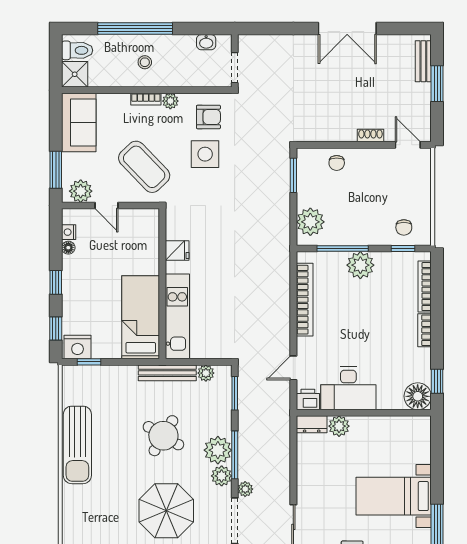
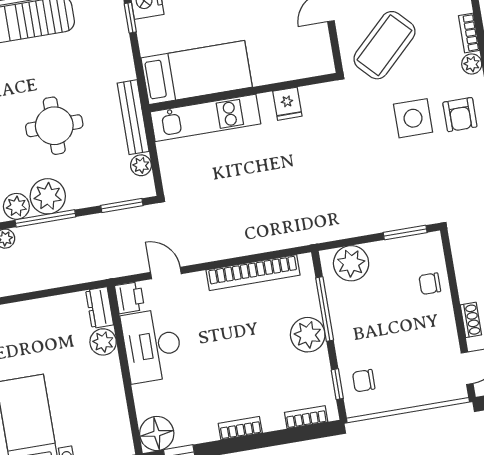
bookcase: (425, 287) -> (306, 417), width x0.64
round table: (163, 436) -> (54, 126), turned -31

